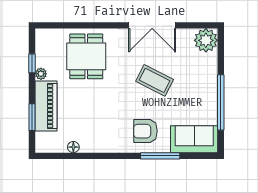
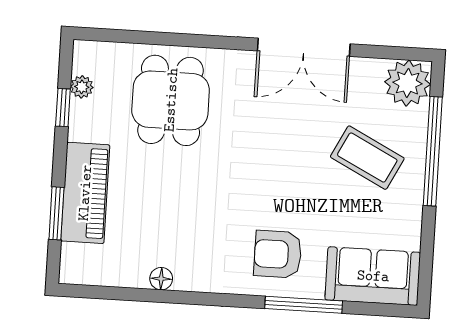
plant: (41, 74) -> (82, 87), moved
coffee table: (155, 80) -> (367, 158), moved
window: (221, 102) -> (433, 151), moved
floor lamp: (73, 147) -> (161, 279), moved

